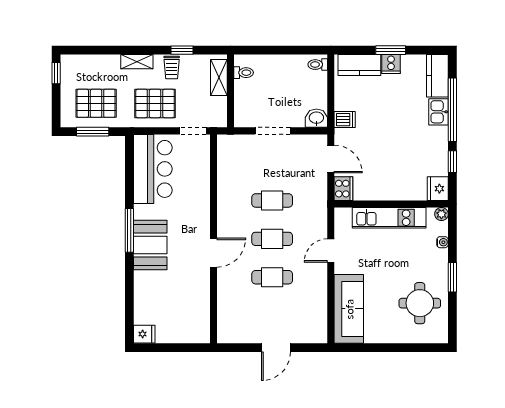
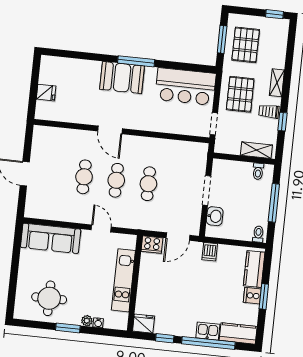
window: (279, 50) -> (274, 203), added
washbasin: (316, 118) -> (215, 216), moved
plant: (441, 214) -> (87, 321), moved
fridge: (144, 334) -> (46, 93), moved, turned -90

